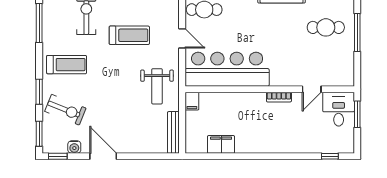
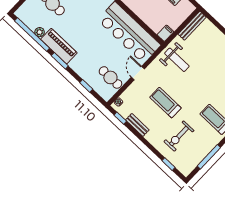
weight bench: (157, 86) -> (177, 60), turned 90

